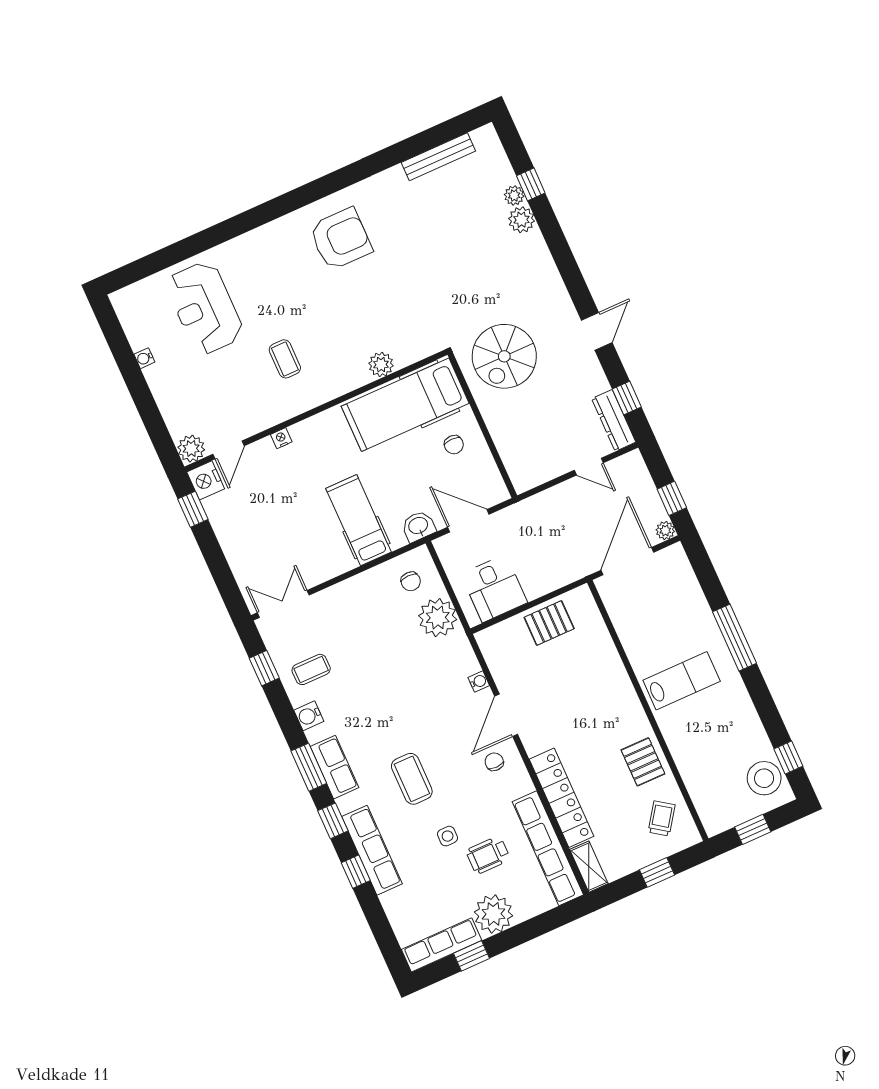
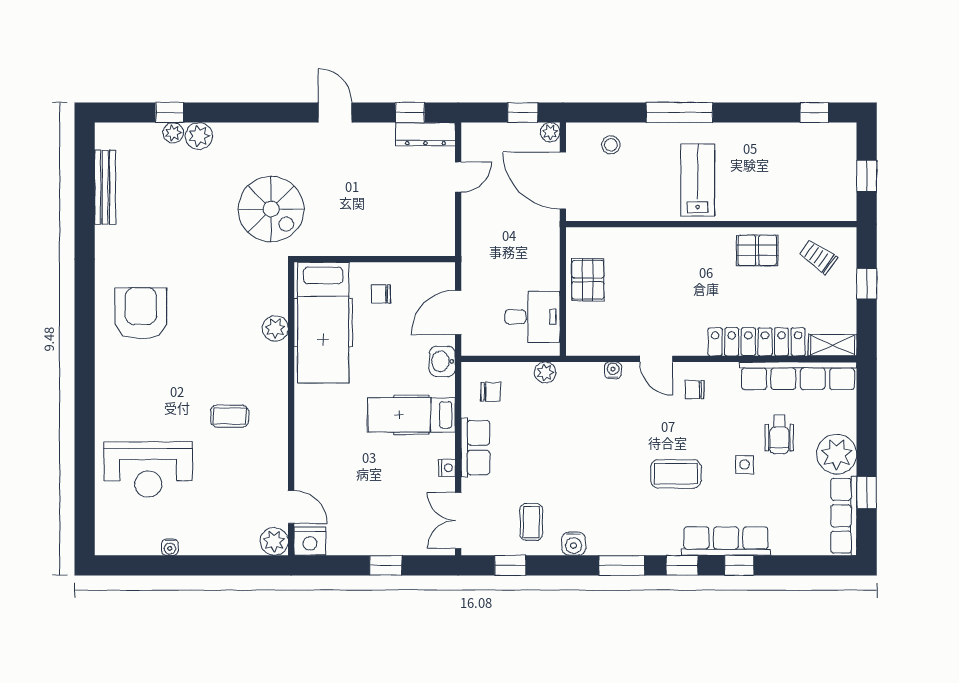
spiral stairs: (504, 356) -> (271, 209), moved
nightstand: (281, 438) -> (447, 468), moved, turned 180
chair: (454, 445) -> (381, 294), turned 180
window: (193, 509) -> (386, 565), moved
plant: (438, 618) -> (545, 372), width x0.53, depth x0.53
door: (506, 715) -> (656, 359), width x0.73
row of seats: (334, 767) -> (475, 448), moved, turned 90
stool: (764, 778) -> (611, 145), moved, width x0.53, depth x0.53

